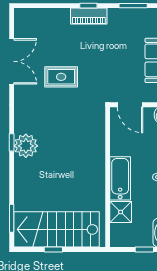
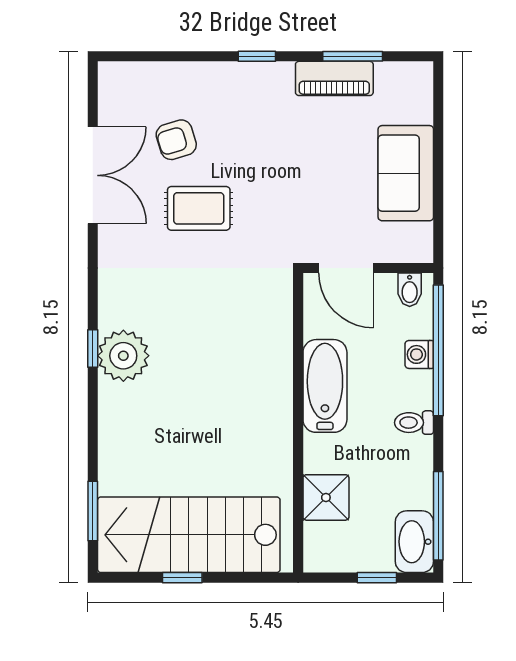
piano: (89, 16) -> (334, 78), moved
armchair: (51, 45) -> (176, 140), added
bathtub: (120, 178) -> (325, 386), moved

